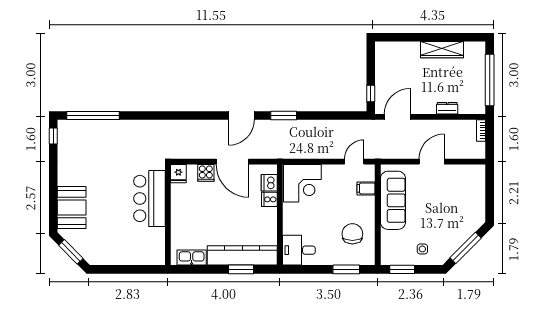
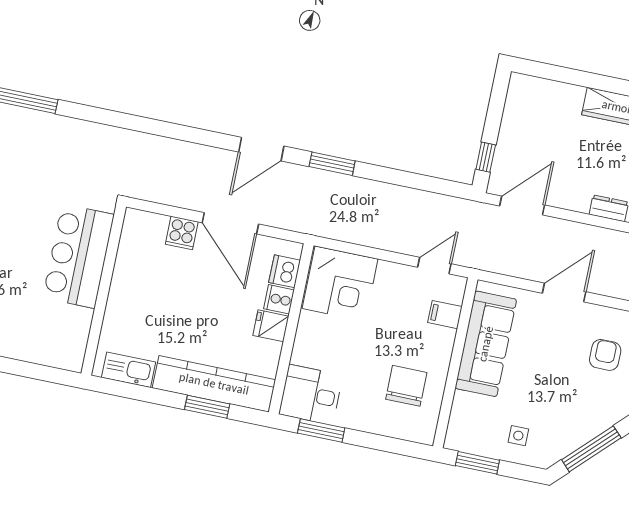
fridge: (178, 174) -> (271, 326), moved, turned 90
armchair: (462, 193) -> (605, 355), added
window: (346, 269) -> (321, 430), moved

